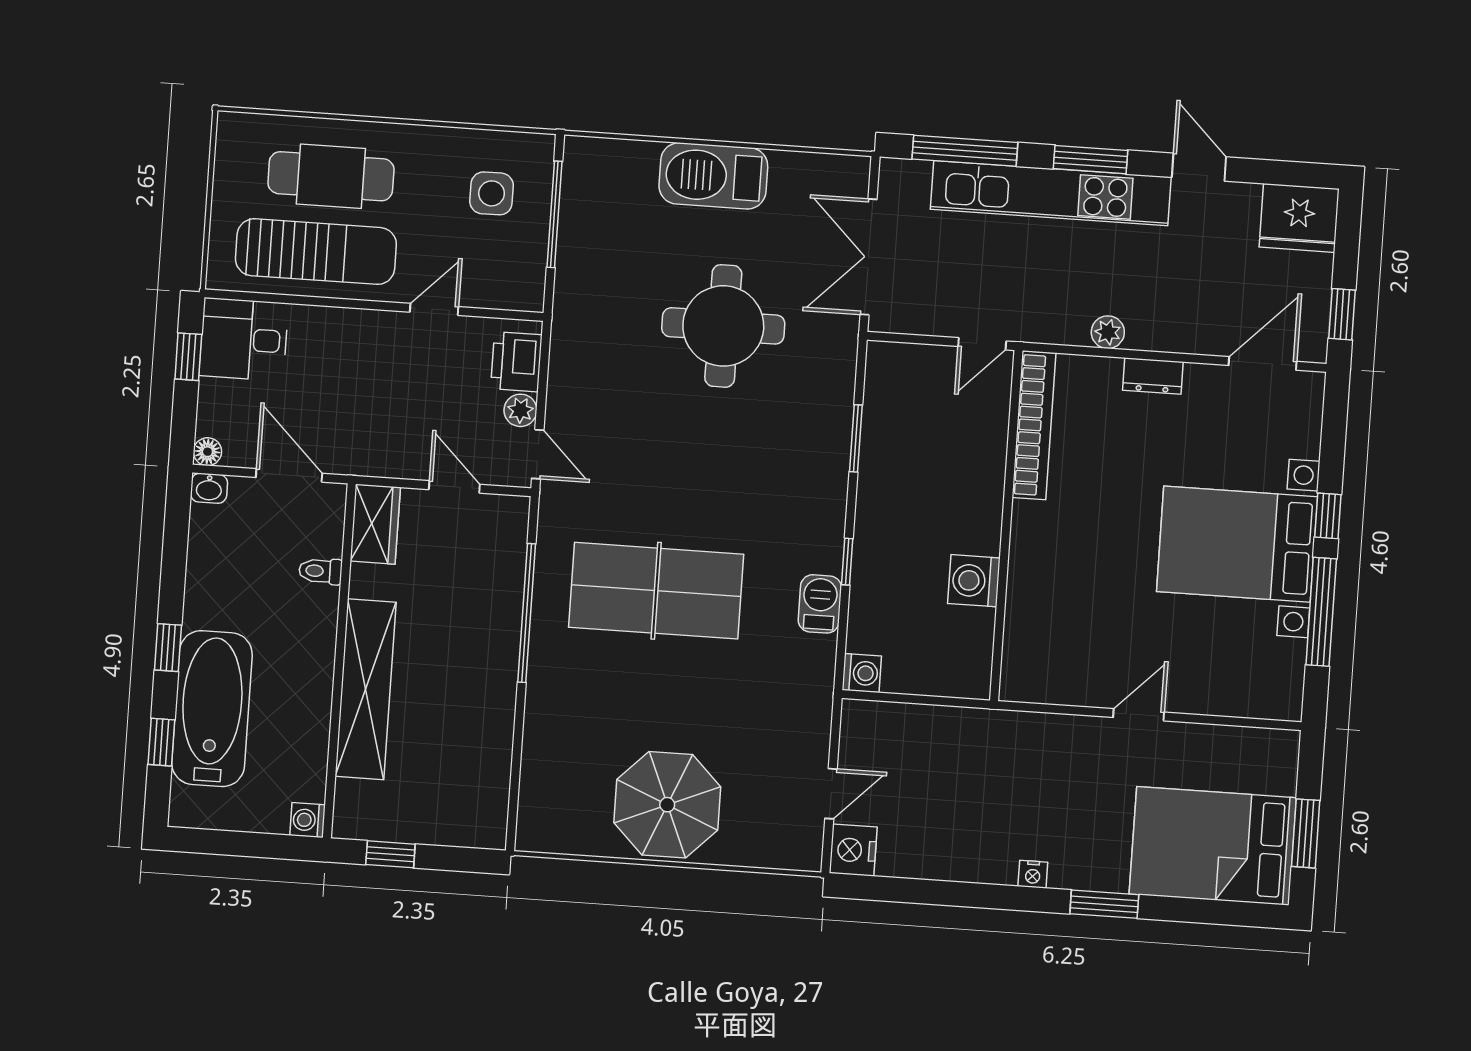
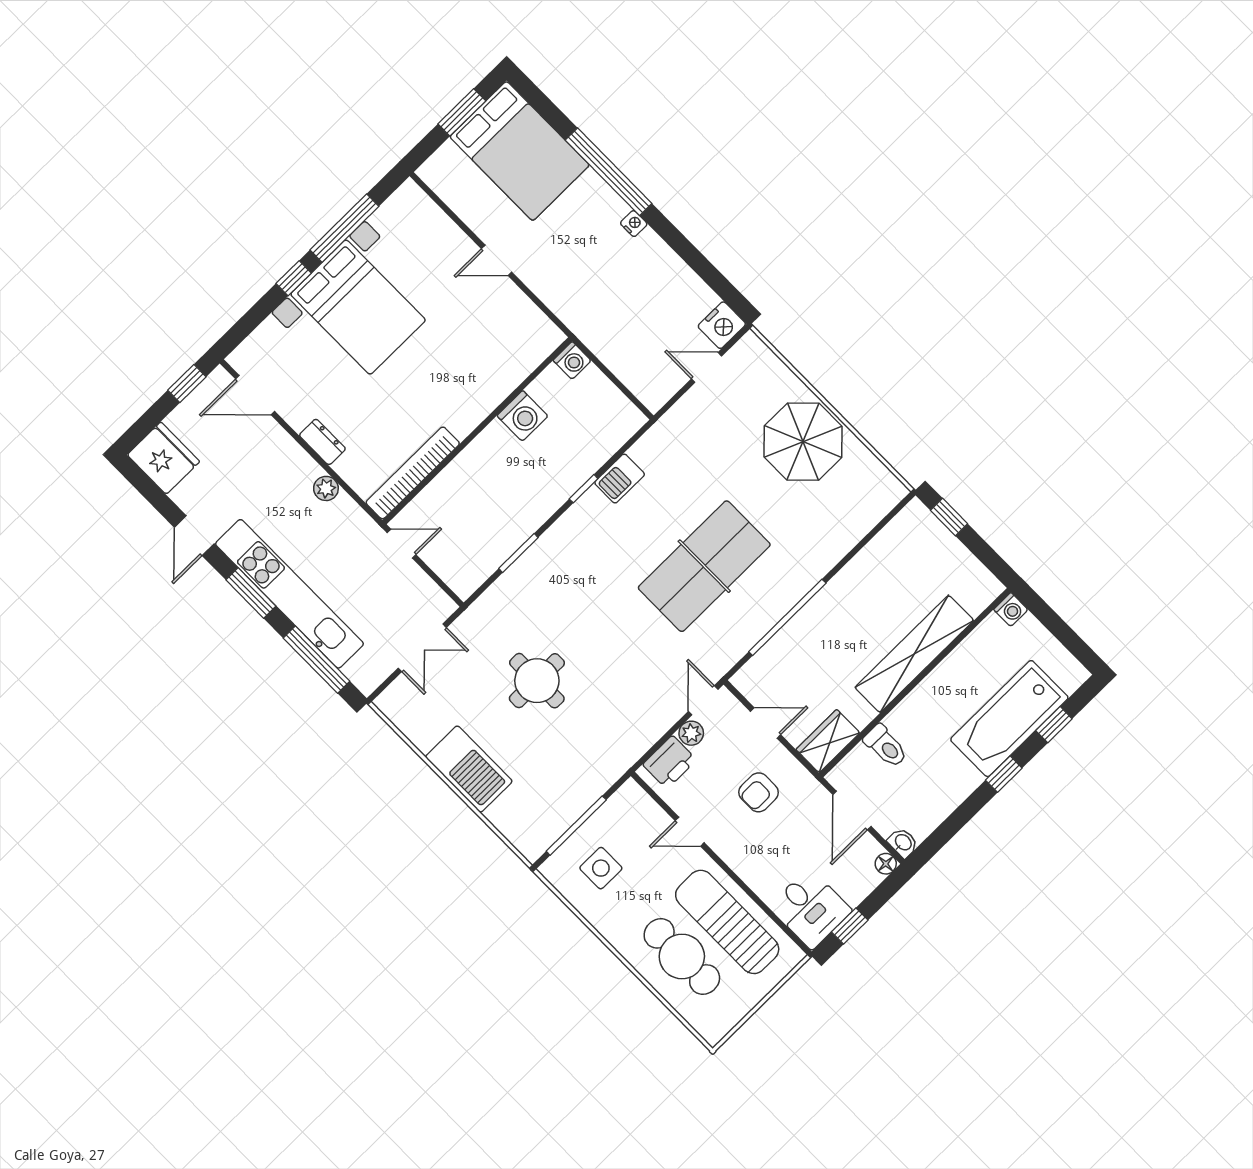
double door: (869, 257) -> (422, 648), width x0.73
round table: (723, 326) -> (537, 681), width x0.73, depth x0.73
armchair: (400, 410) -> (759, 792), added
door: (454, 487) -> (766, 723), swing flipped
toilet: (320, 571) -> (886, 746), width x1.37, depth x1.39
table tennis table: (656, 591) -> (704, 566), turned 90
washing machine: (862, 673) -> (572, 361), moved, turned 180
window: (390, 854) -> (949, 517), moved
window: (1104, 904) -> (609, 172), width x2.11

